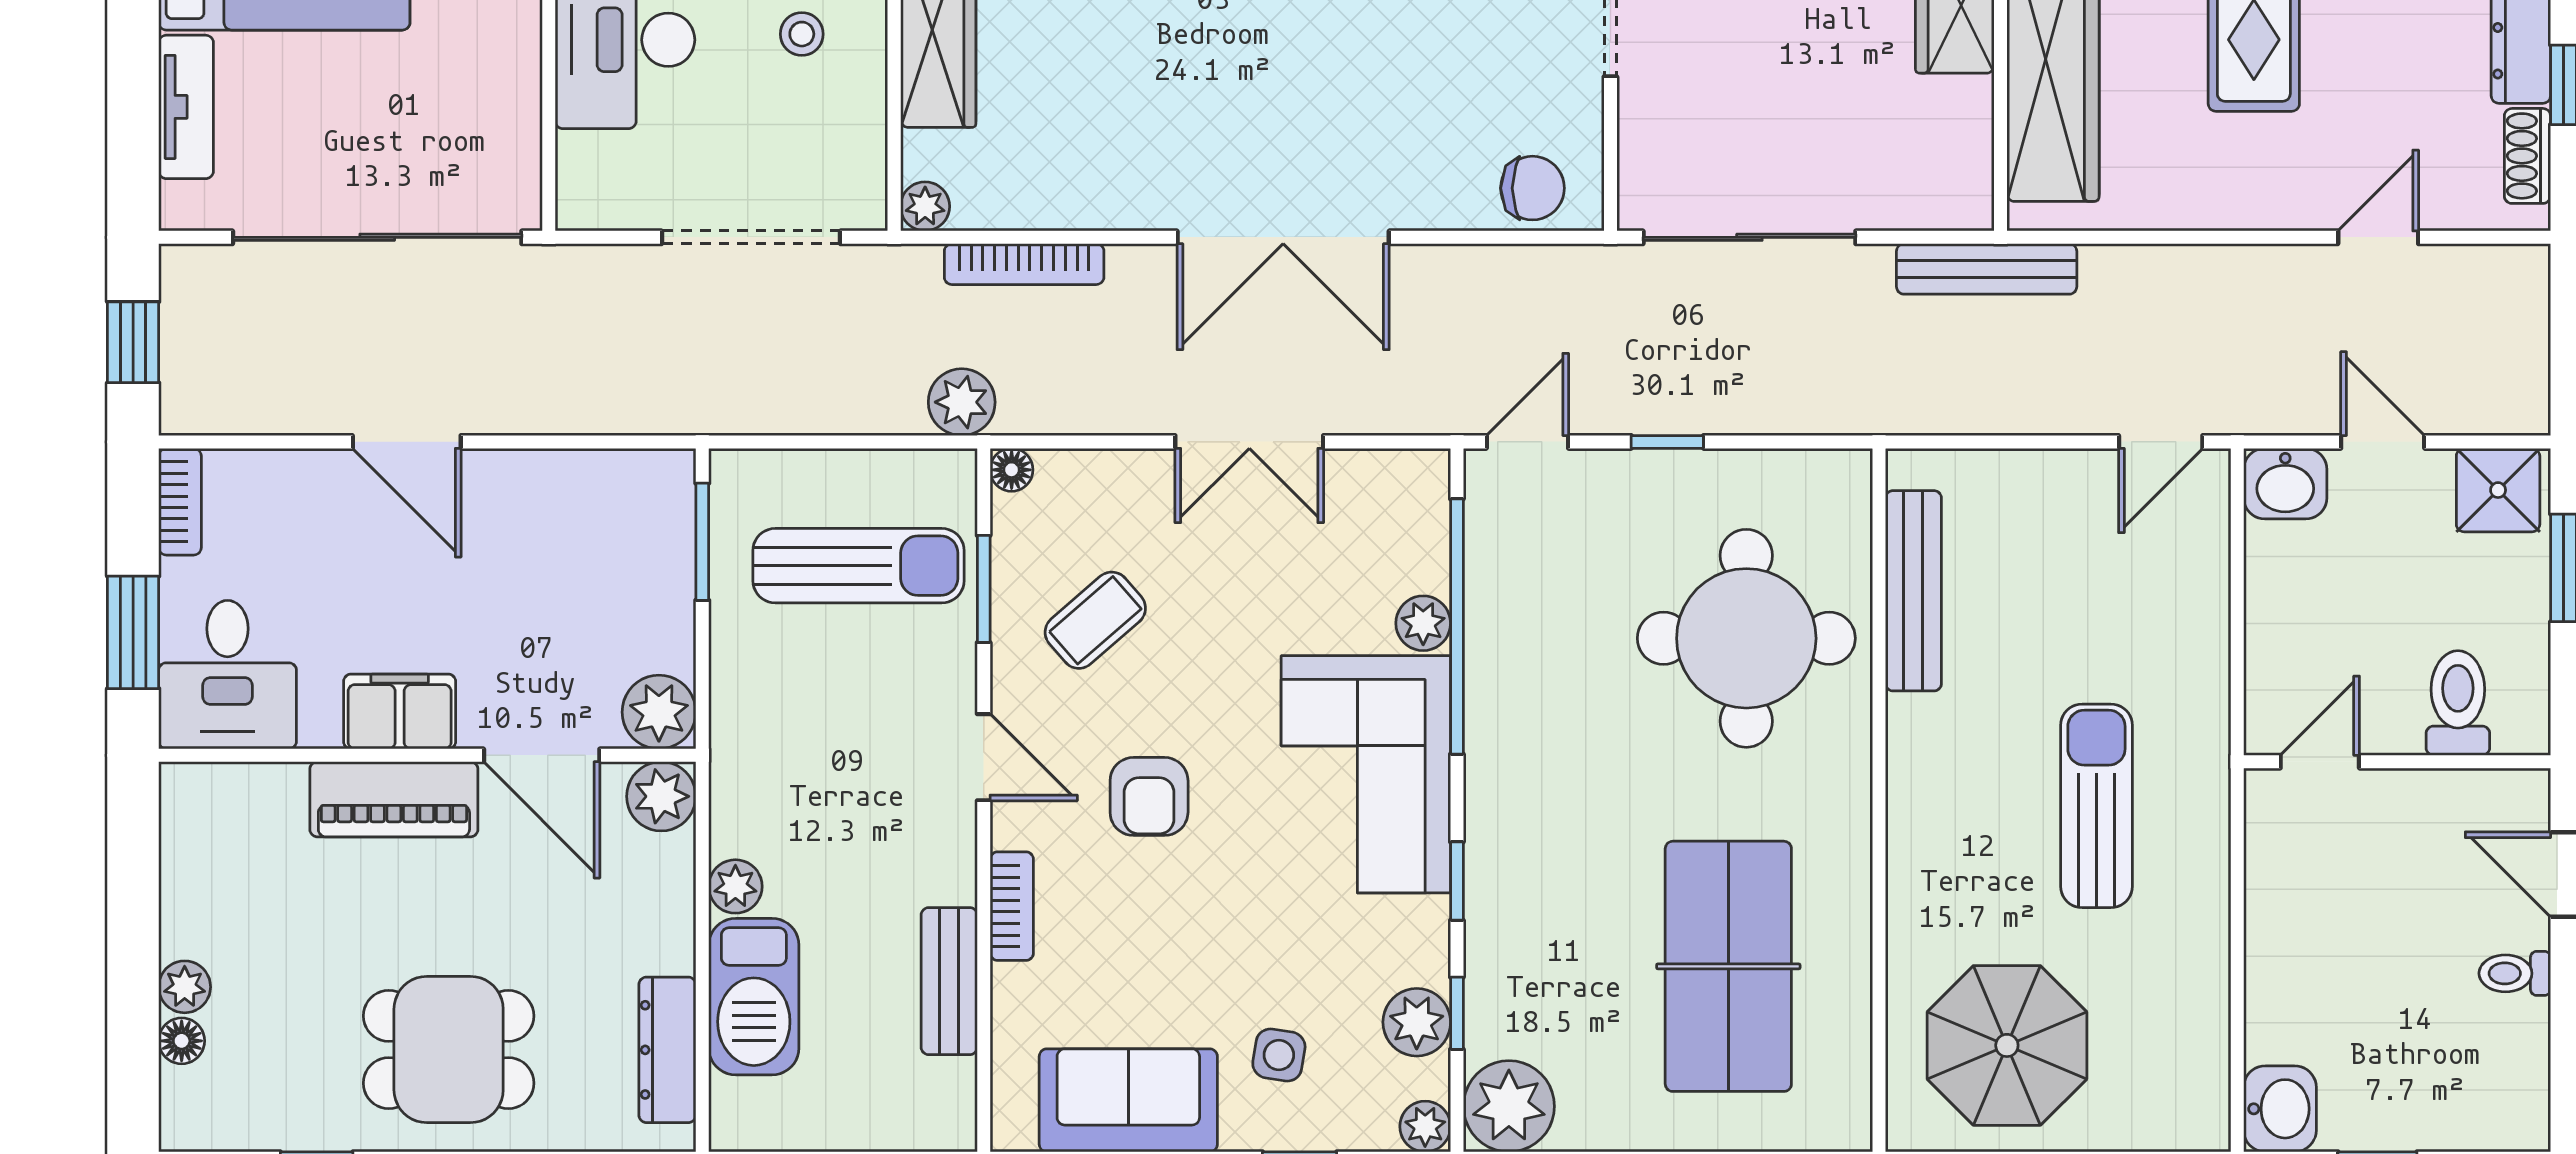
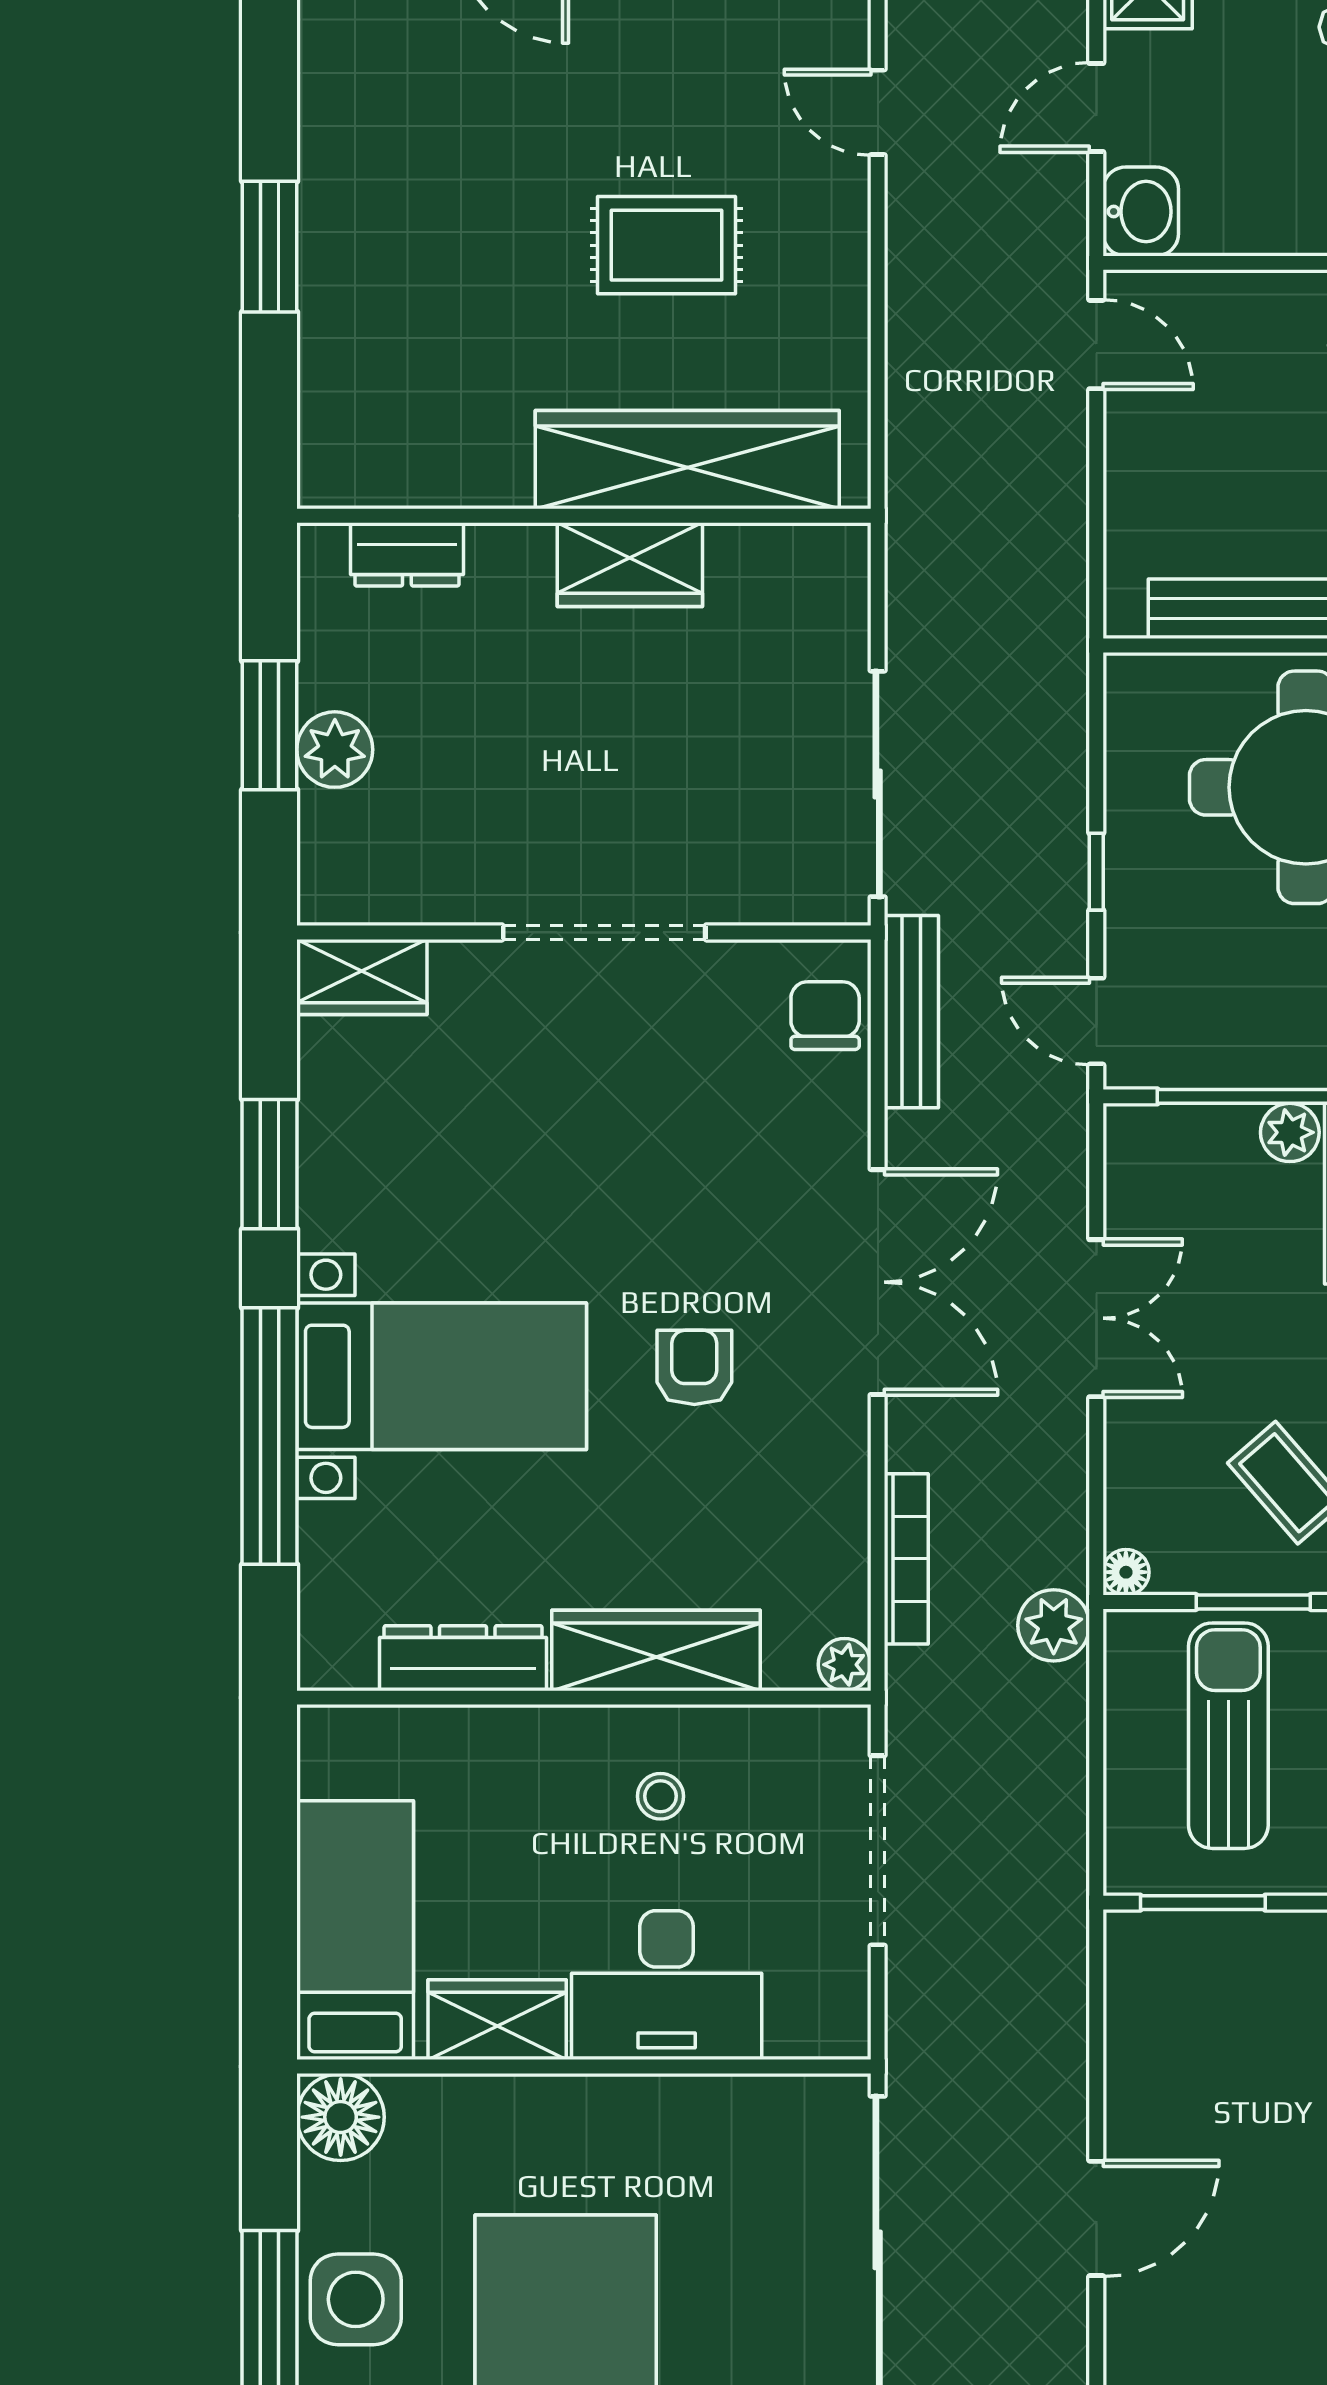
armchair: (1203, 66) -> (694, 1367), added
bench: (1987, 269) -> (911, 1012), moved

